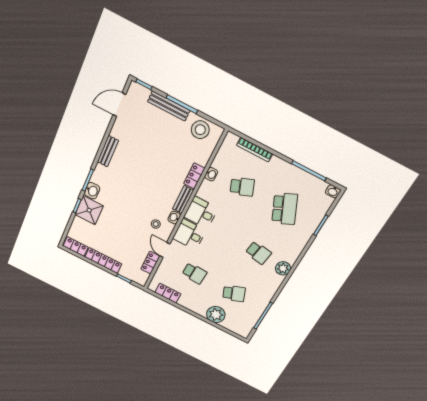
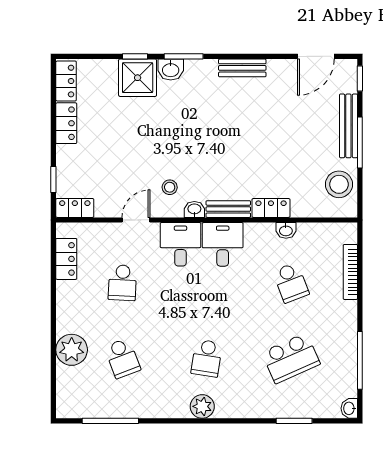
door: (119, 105) -> (316, 56), swing flipped
locker: (103, 260) -> (66, 123), width x0.66
locker: (150, 263) -> (75, 208), moved

